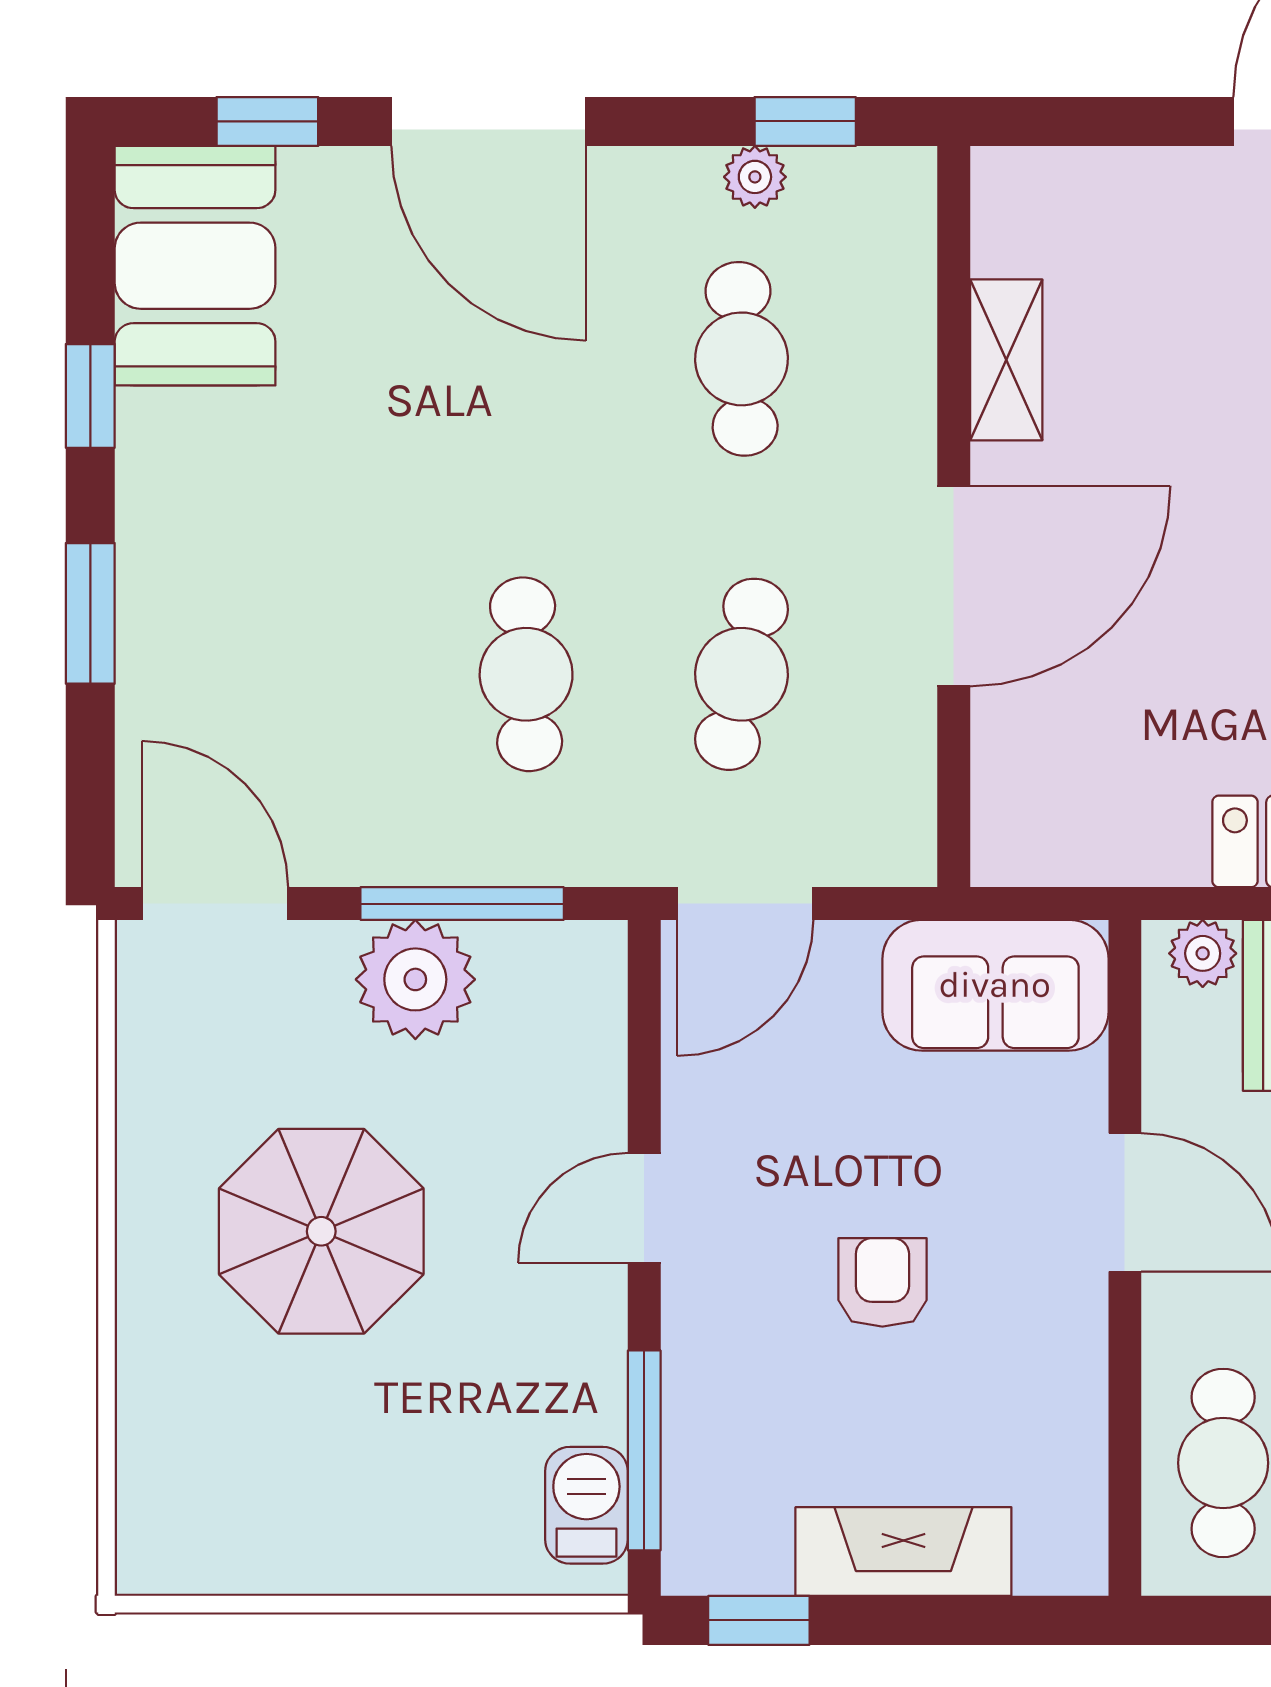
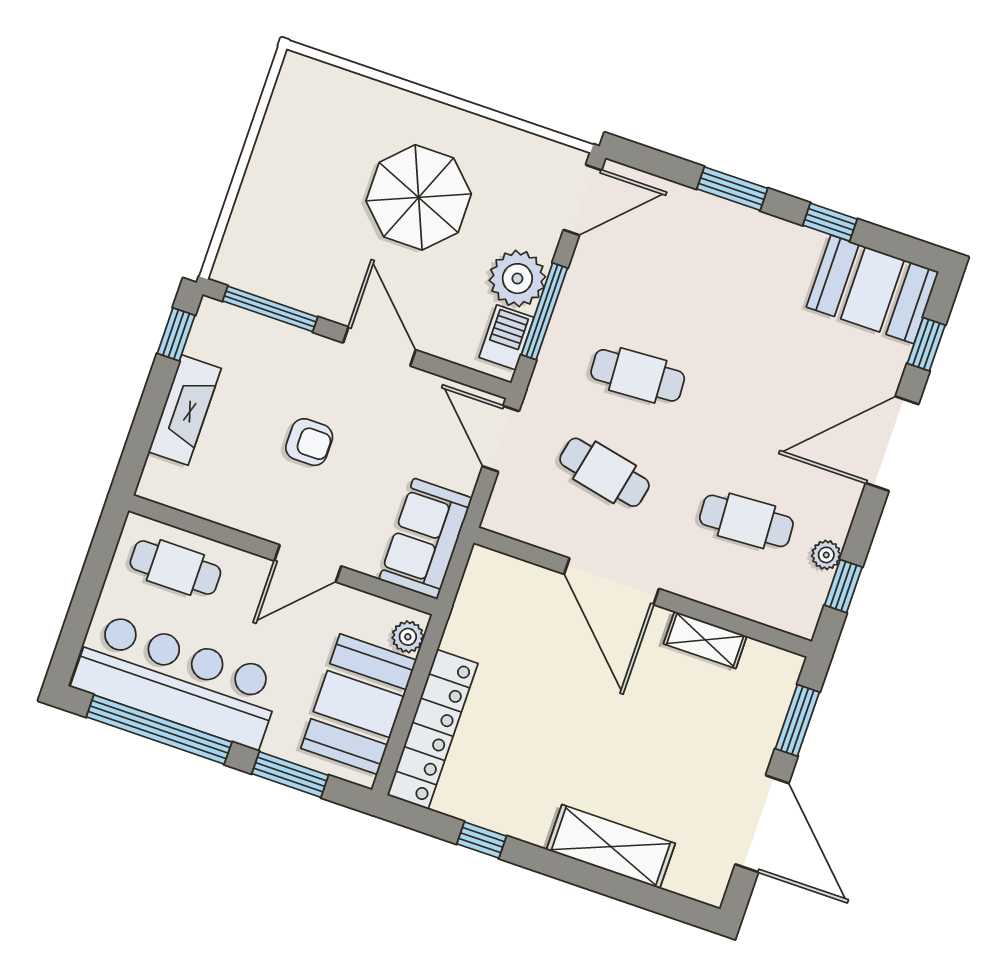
window: (1104, 121) -> (797, 720), added
door: (644, 1208) -> (379, 346), width x1.38
barbecue: (586, 1505) -> (506, 337), moved, turned -90

